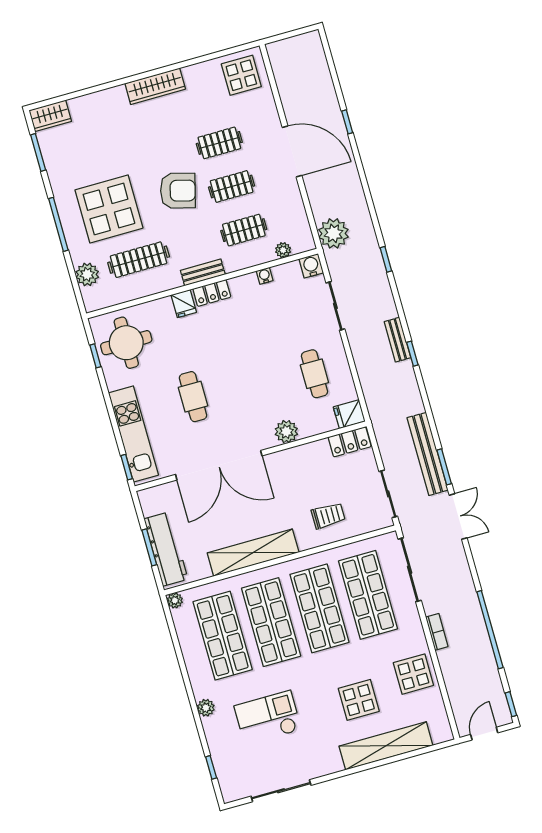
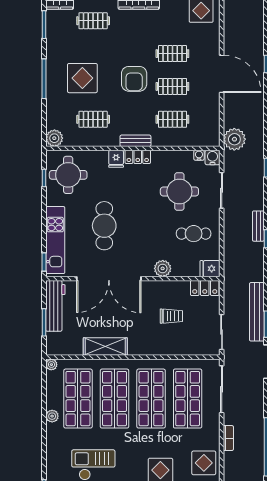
clothes rail: (102, 129) -> (93, 21), added
armchair: (178, 191) -> (134, 79), turned 75
display table: (109, 209) -> (82, 78), width x0.73, depth x0.73
plant: (283, 250) -> (196, 141), removed
clothes rail: (139, 260) -> (93, 119), width x0.73
plant: (87, 274) -> (54, 138), moved
water cooler: (265, 276) -> (199, 155), moved
round table: (280, 323) -> (179, 192), added
cafe table: (314, 374) -> (194, 234), turned 90
cafe table: (193, 397) -> (104, 226), width x1.37, depth x1.35
trolley: (328, 516) -> (171, 316), moved
workbench: (166, 549) -> (55, 306), moved
shelving: (253, 553) -> (105, 346), width x0.68
plant: (206, 708) -> (52, 416), moved

